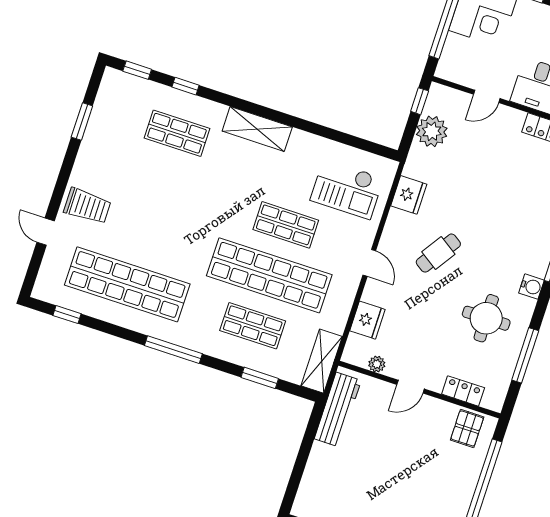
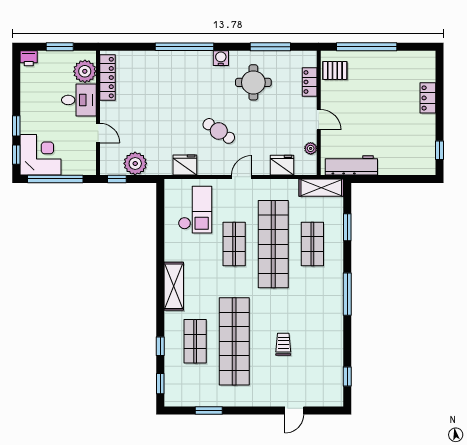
trolley: (87, 206) -> (283, 344), moved, width x0.73, depth x0.72
shop shelf: (127, 284) -> (234, 341), moved

